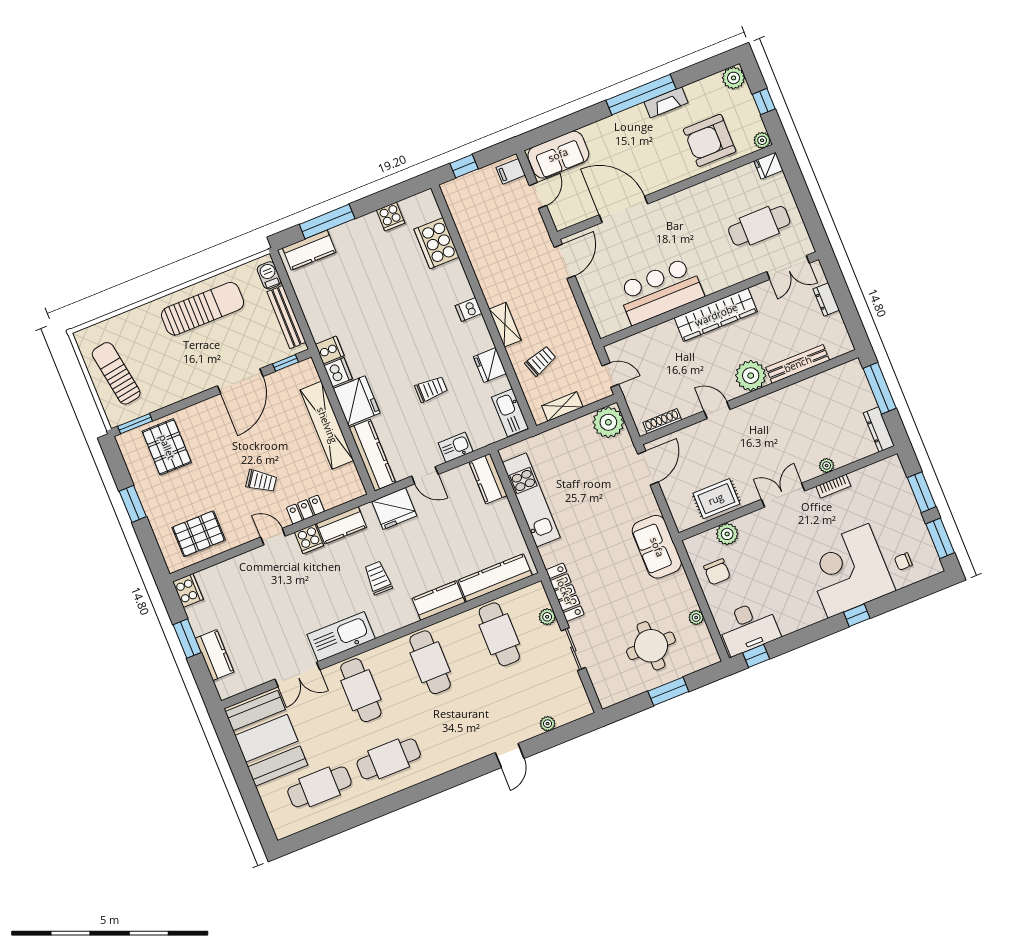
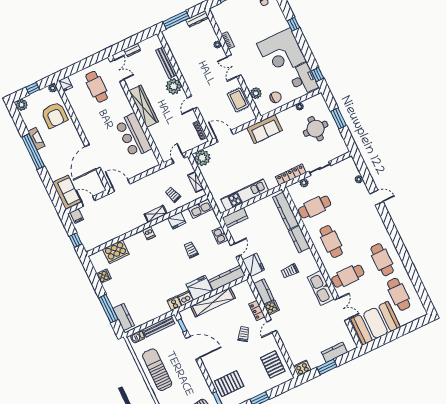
corner desk: (848, 571) -> (281, 52), moved
cafe table: (430, 662) -> (331, 242), turned 90

